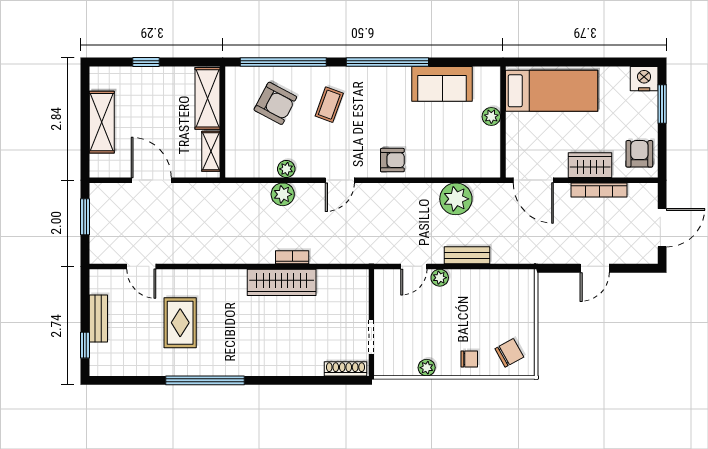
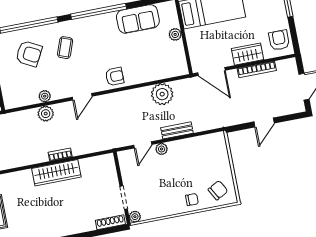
plant: (427, 368) -> (135, 217), moved

